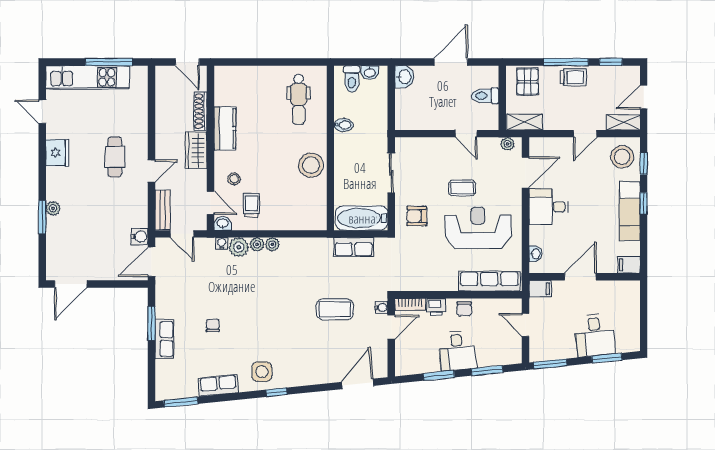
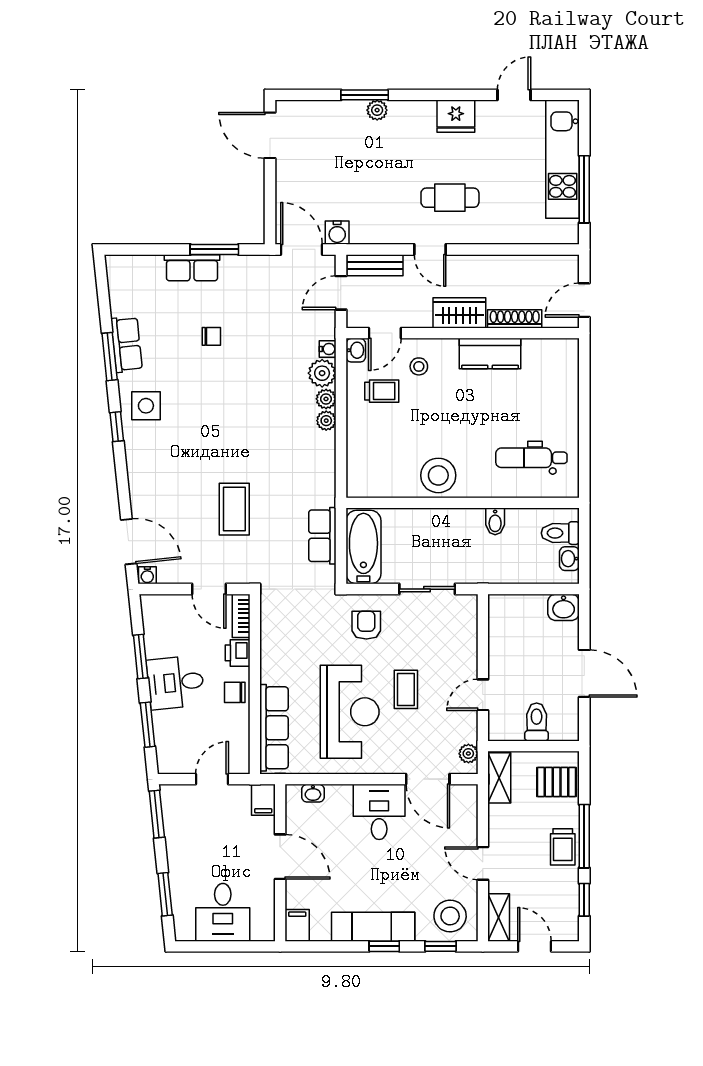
water cooler: (382, 307) -> (147, 575), moved
desk: (595, 335) -> (223, 912), moved, turned -84
window: (181, 402) -> (110, 357), moved

